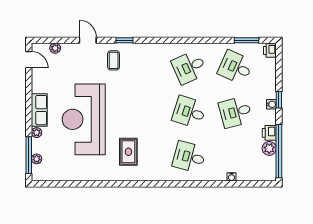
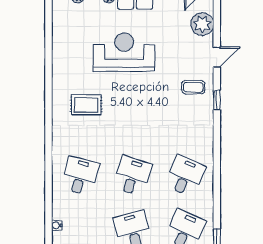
plant: (55, 48) -> (202, 24), width x1.87, depth x1.87
desk: (189, 67) -> (185, 176), turned 48
reception desk: (84, 119) -> (124, 52), width x0.74, depth x0.77

